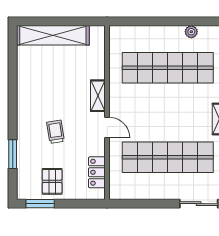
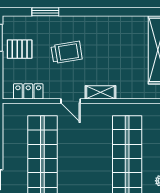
door: (107, 128) -> (71, 101), hinge flipped
trolley: (55, 132) -> (67, 52), width x1.36, depth x1.39

